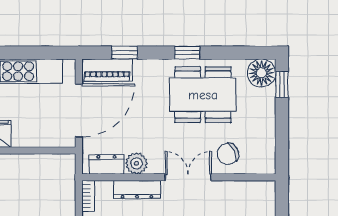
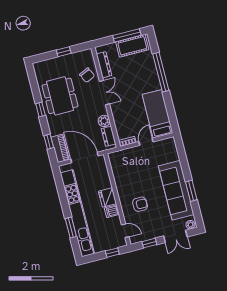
floor lamp: (262, 73) -> (41, 69), removed
window: (282, 84) -> (64, 52), moved
double door: (188, 177) -> (104, 93), swing flipped
dresser: (137, 190) -> (104, 65), moved

